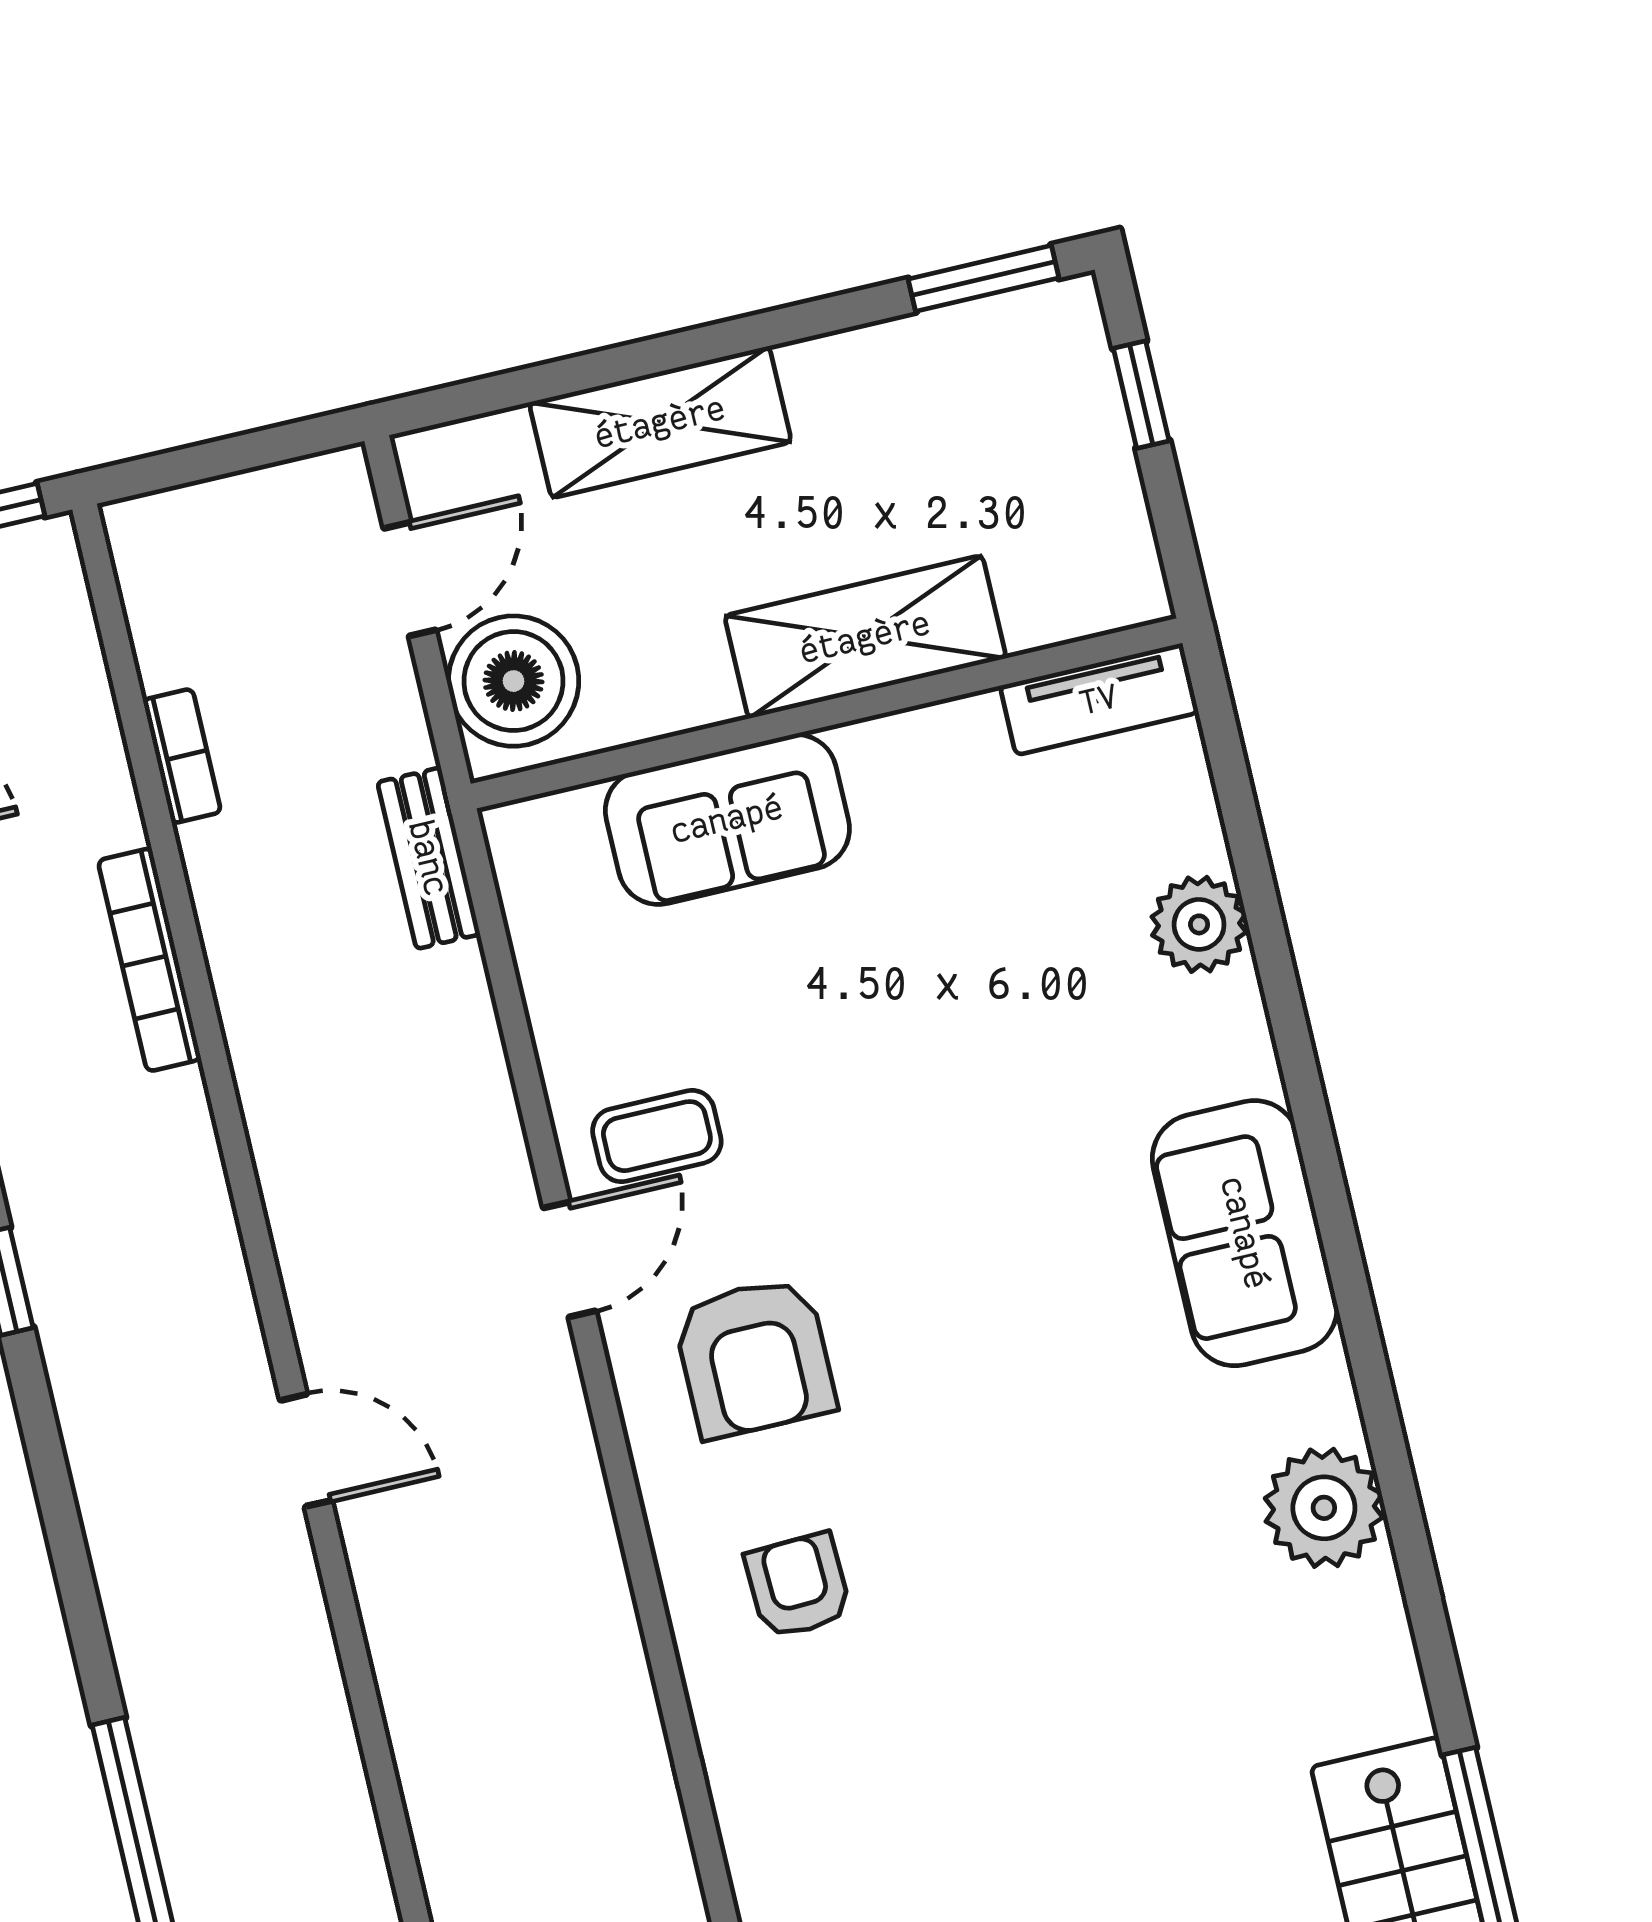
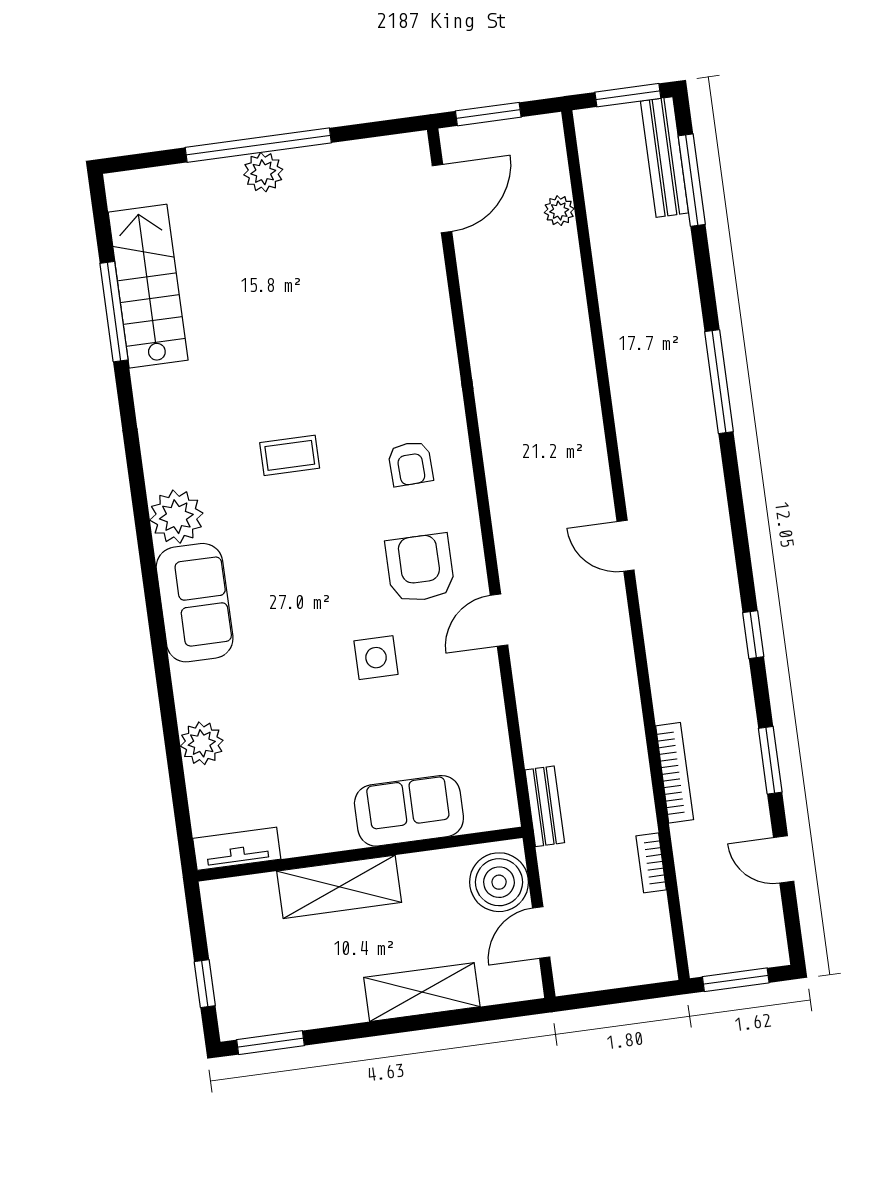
coffee table: (657, 1136) -> (290, 455), moved
side table: (833, 1150) -> (376, 658), added
plant: (1324, 1508) -> (176, 517), moved

